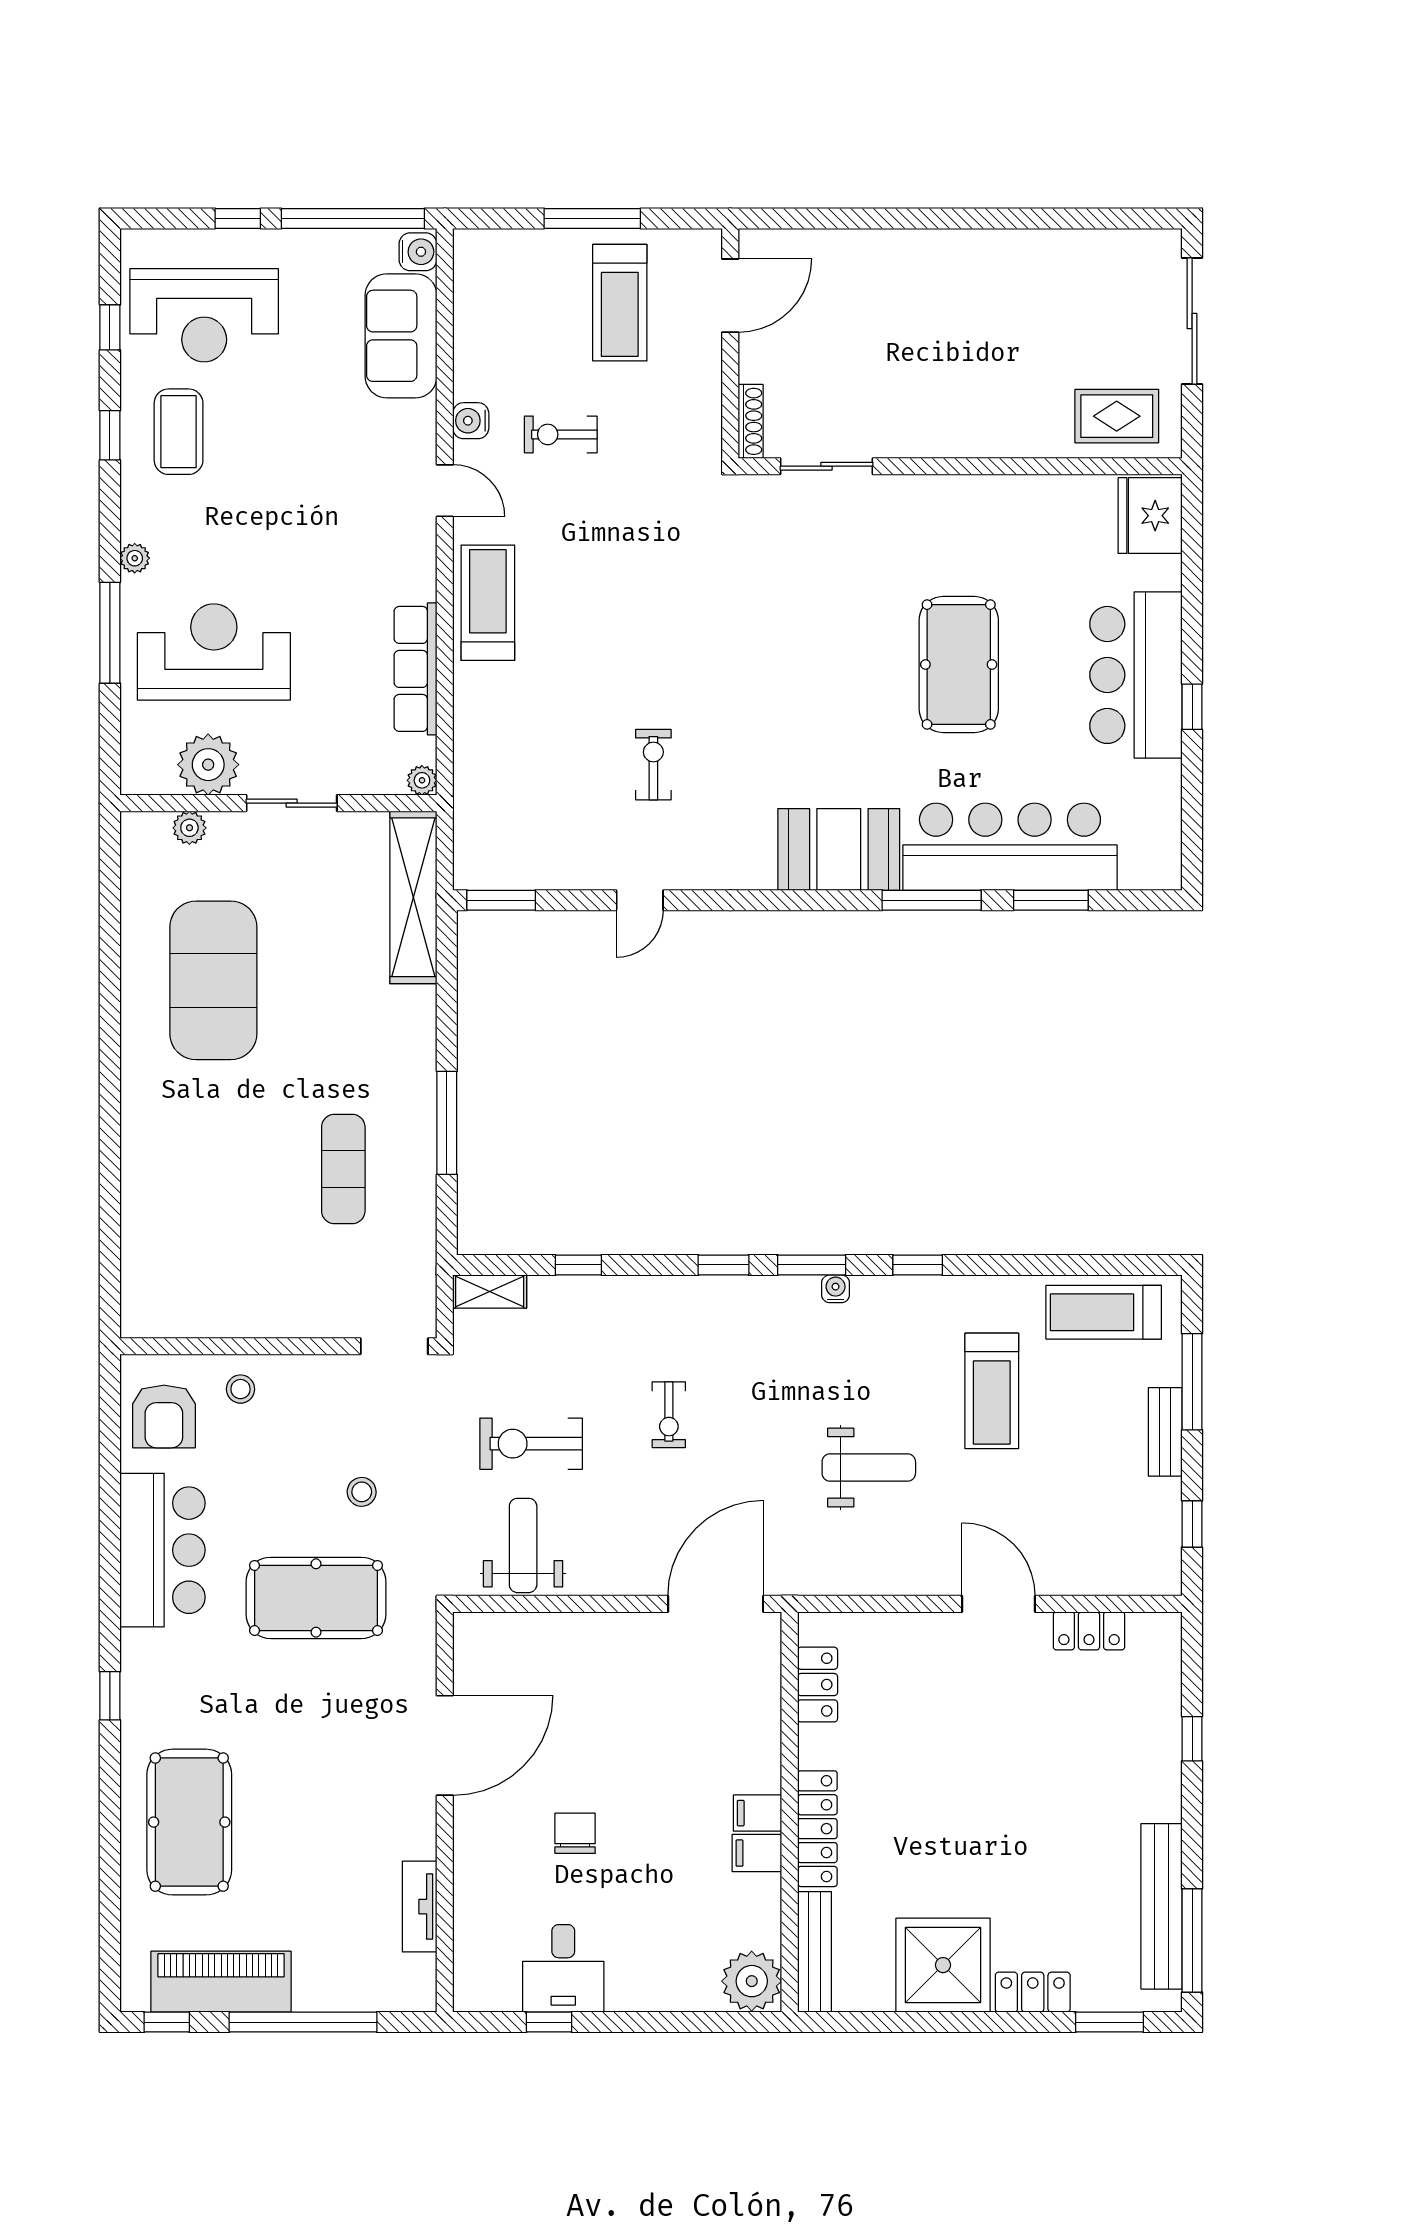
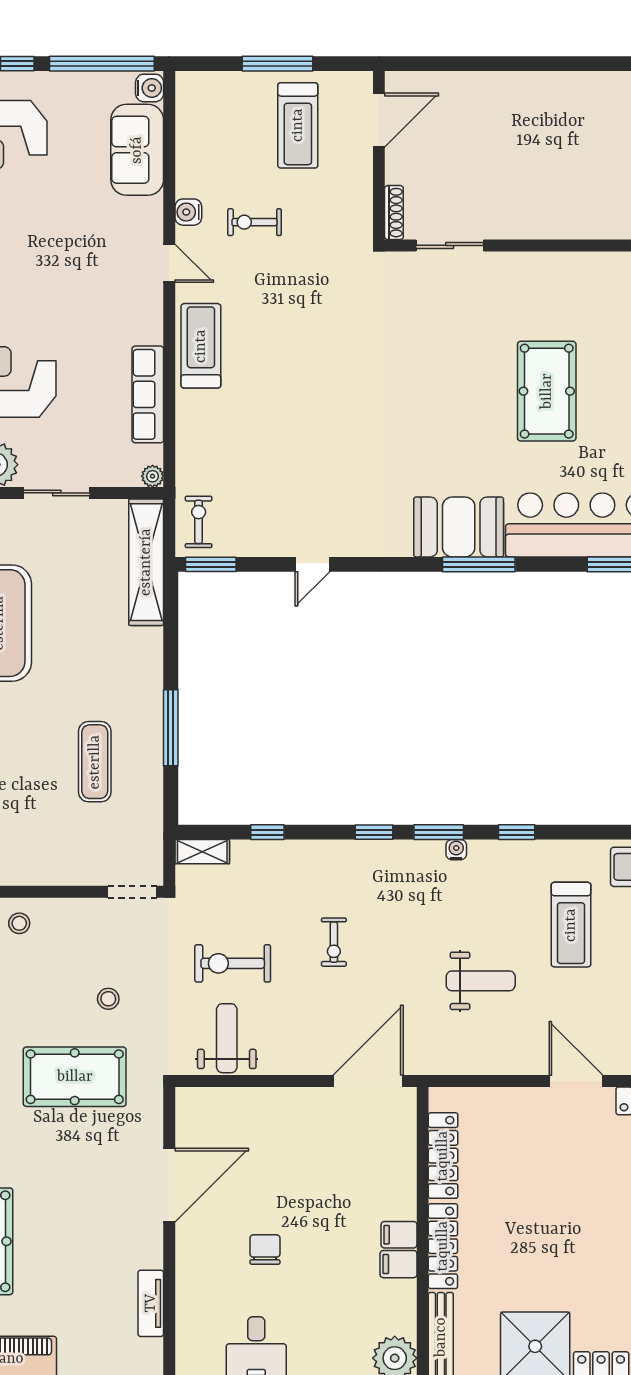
exercise bike: (653, 765) -> (199, 522), moved
window: (932, 900) -> (479, 564), moved
locker: (818, 1685) -> (443, 1156), width x1.53

